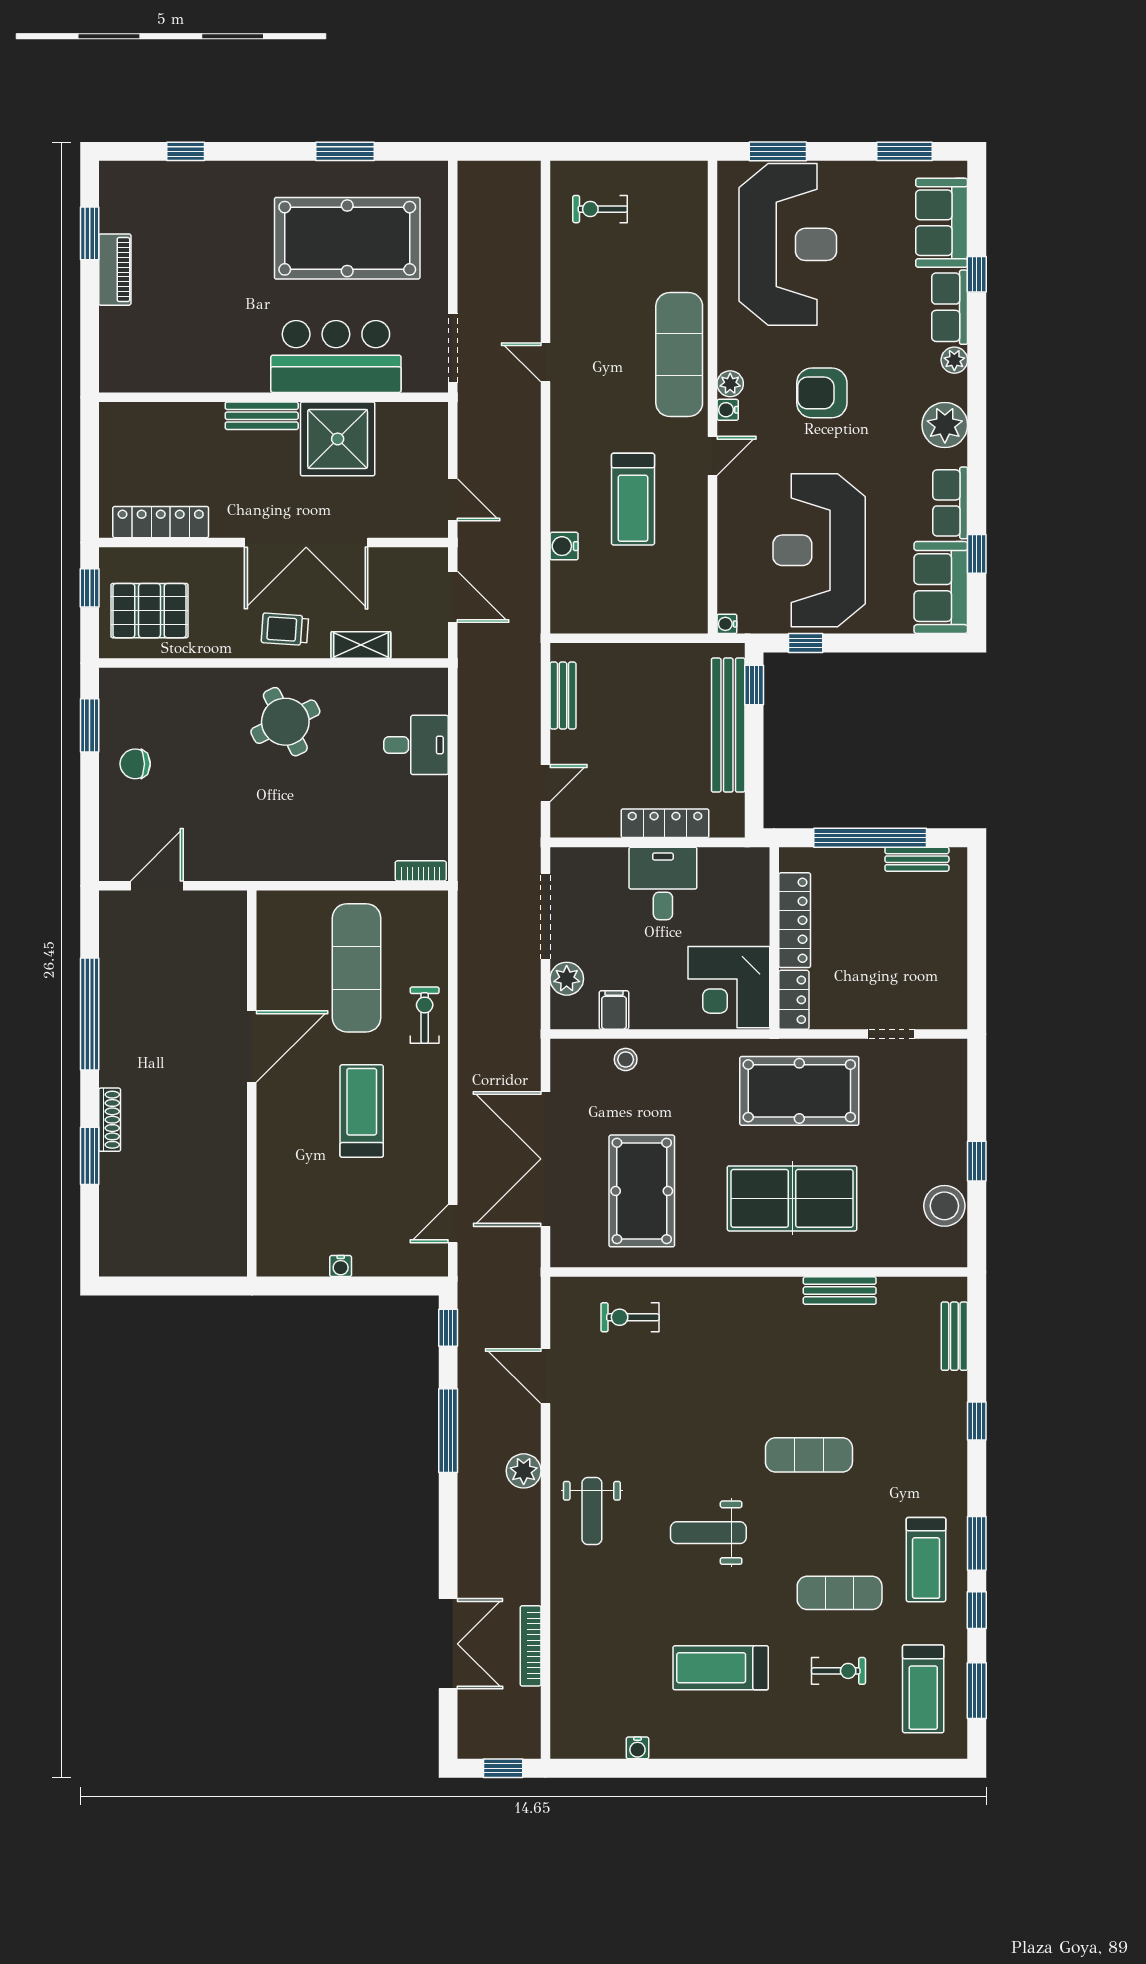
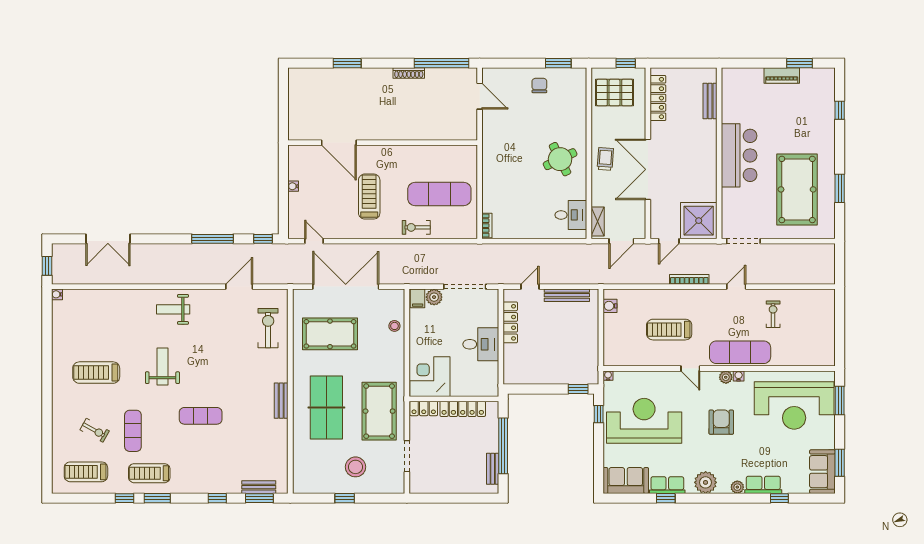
exercise bike: (600, 209) -> (773, 314), moved
sofa: (942, 223) -> (822, 472), moved, turned -90
bar counter: (336, 357) -> (739, 155), moved
water cooler: (728, 410) -> (739, 376), moved
bench: (262, 416) -> (710, 101), moved
shower: (338, 439) -> (699, 221), moved
water cooler: (564, 546) -> (610, 306), moved, turned -90
window: (977, 554) -> (666, 498), moved
pallet: (149, 611) -> (615, 93), turned 90
shelving: (361, 645) -> (598, 222), moved
bench: (563, 696) -> (567, 295), width x1.36
bench: (728, 725) -> (558, 376), removed
desk: (416, 745) -> (571, 215), moved, turned -90
door: (546, 783) -> (530, 287), swing flipped
locker: (665, 823) -> (510, 322), moved
filing cabinet: (614, 1010) -> (418, 298), moved, turned 90
window: (90, 1014) -> (442, 63), moved
exercise bike: (425, 1015) -> (416, 227), turned 180
doorway: (891, 1034) -> (407, 456), width x1.38
door: (252, 1047) -> (339, 143), moved
treadmill: (362, 1111) -> (369, 197), turned -90
shoe rack: (110, 1120) -> (409, 73), moved
stool: (944, 1206) -> (356, 467), moved
bench: (840, 1291) -> (281, 401), moved
exercise bike: (630, 1317) -> (268, 328), width x1.38, depth x1.39
exercise mat: (809, 1455) -> (201, 416), turned 90
plant: (524, 1471) -> (193, 276), removed
bookcase: (531, 1646) -> (689, 279), moved
treadmill: (721, 1668) -> (96, 373), turned -90
exercise bike: (839, 1671) -> (95, 430), turned -61
window: (977, 1691) -> (259, 498), moved
water cooler: (637, 1748) -> (57, 294), moved

